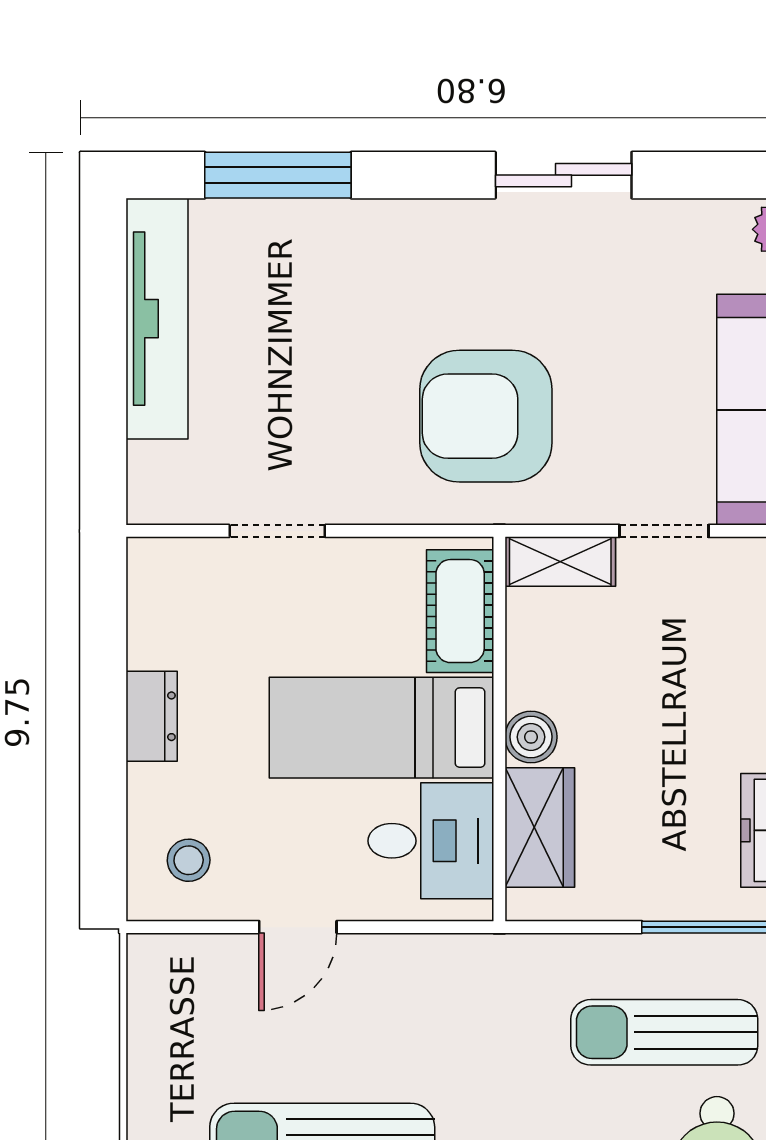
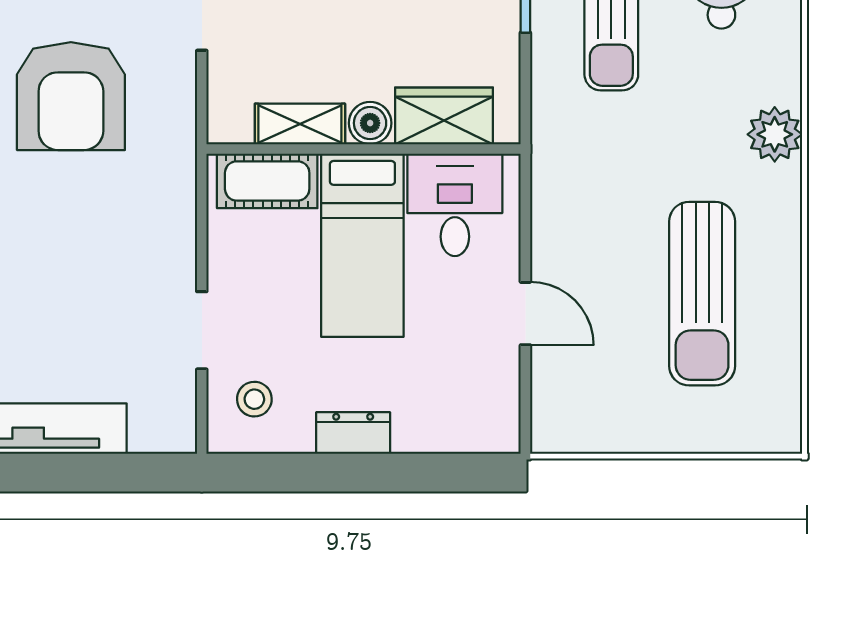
armchair: (486, 416) -> (71, 96), moved
shelving: (560, 562) -> (300, 124), moved, turned 90
stool: (189, 860) -> (254, 399), moved

